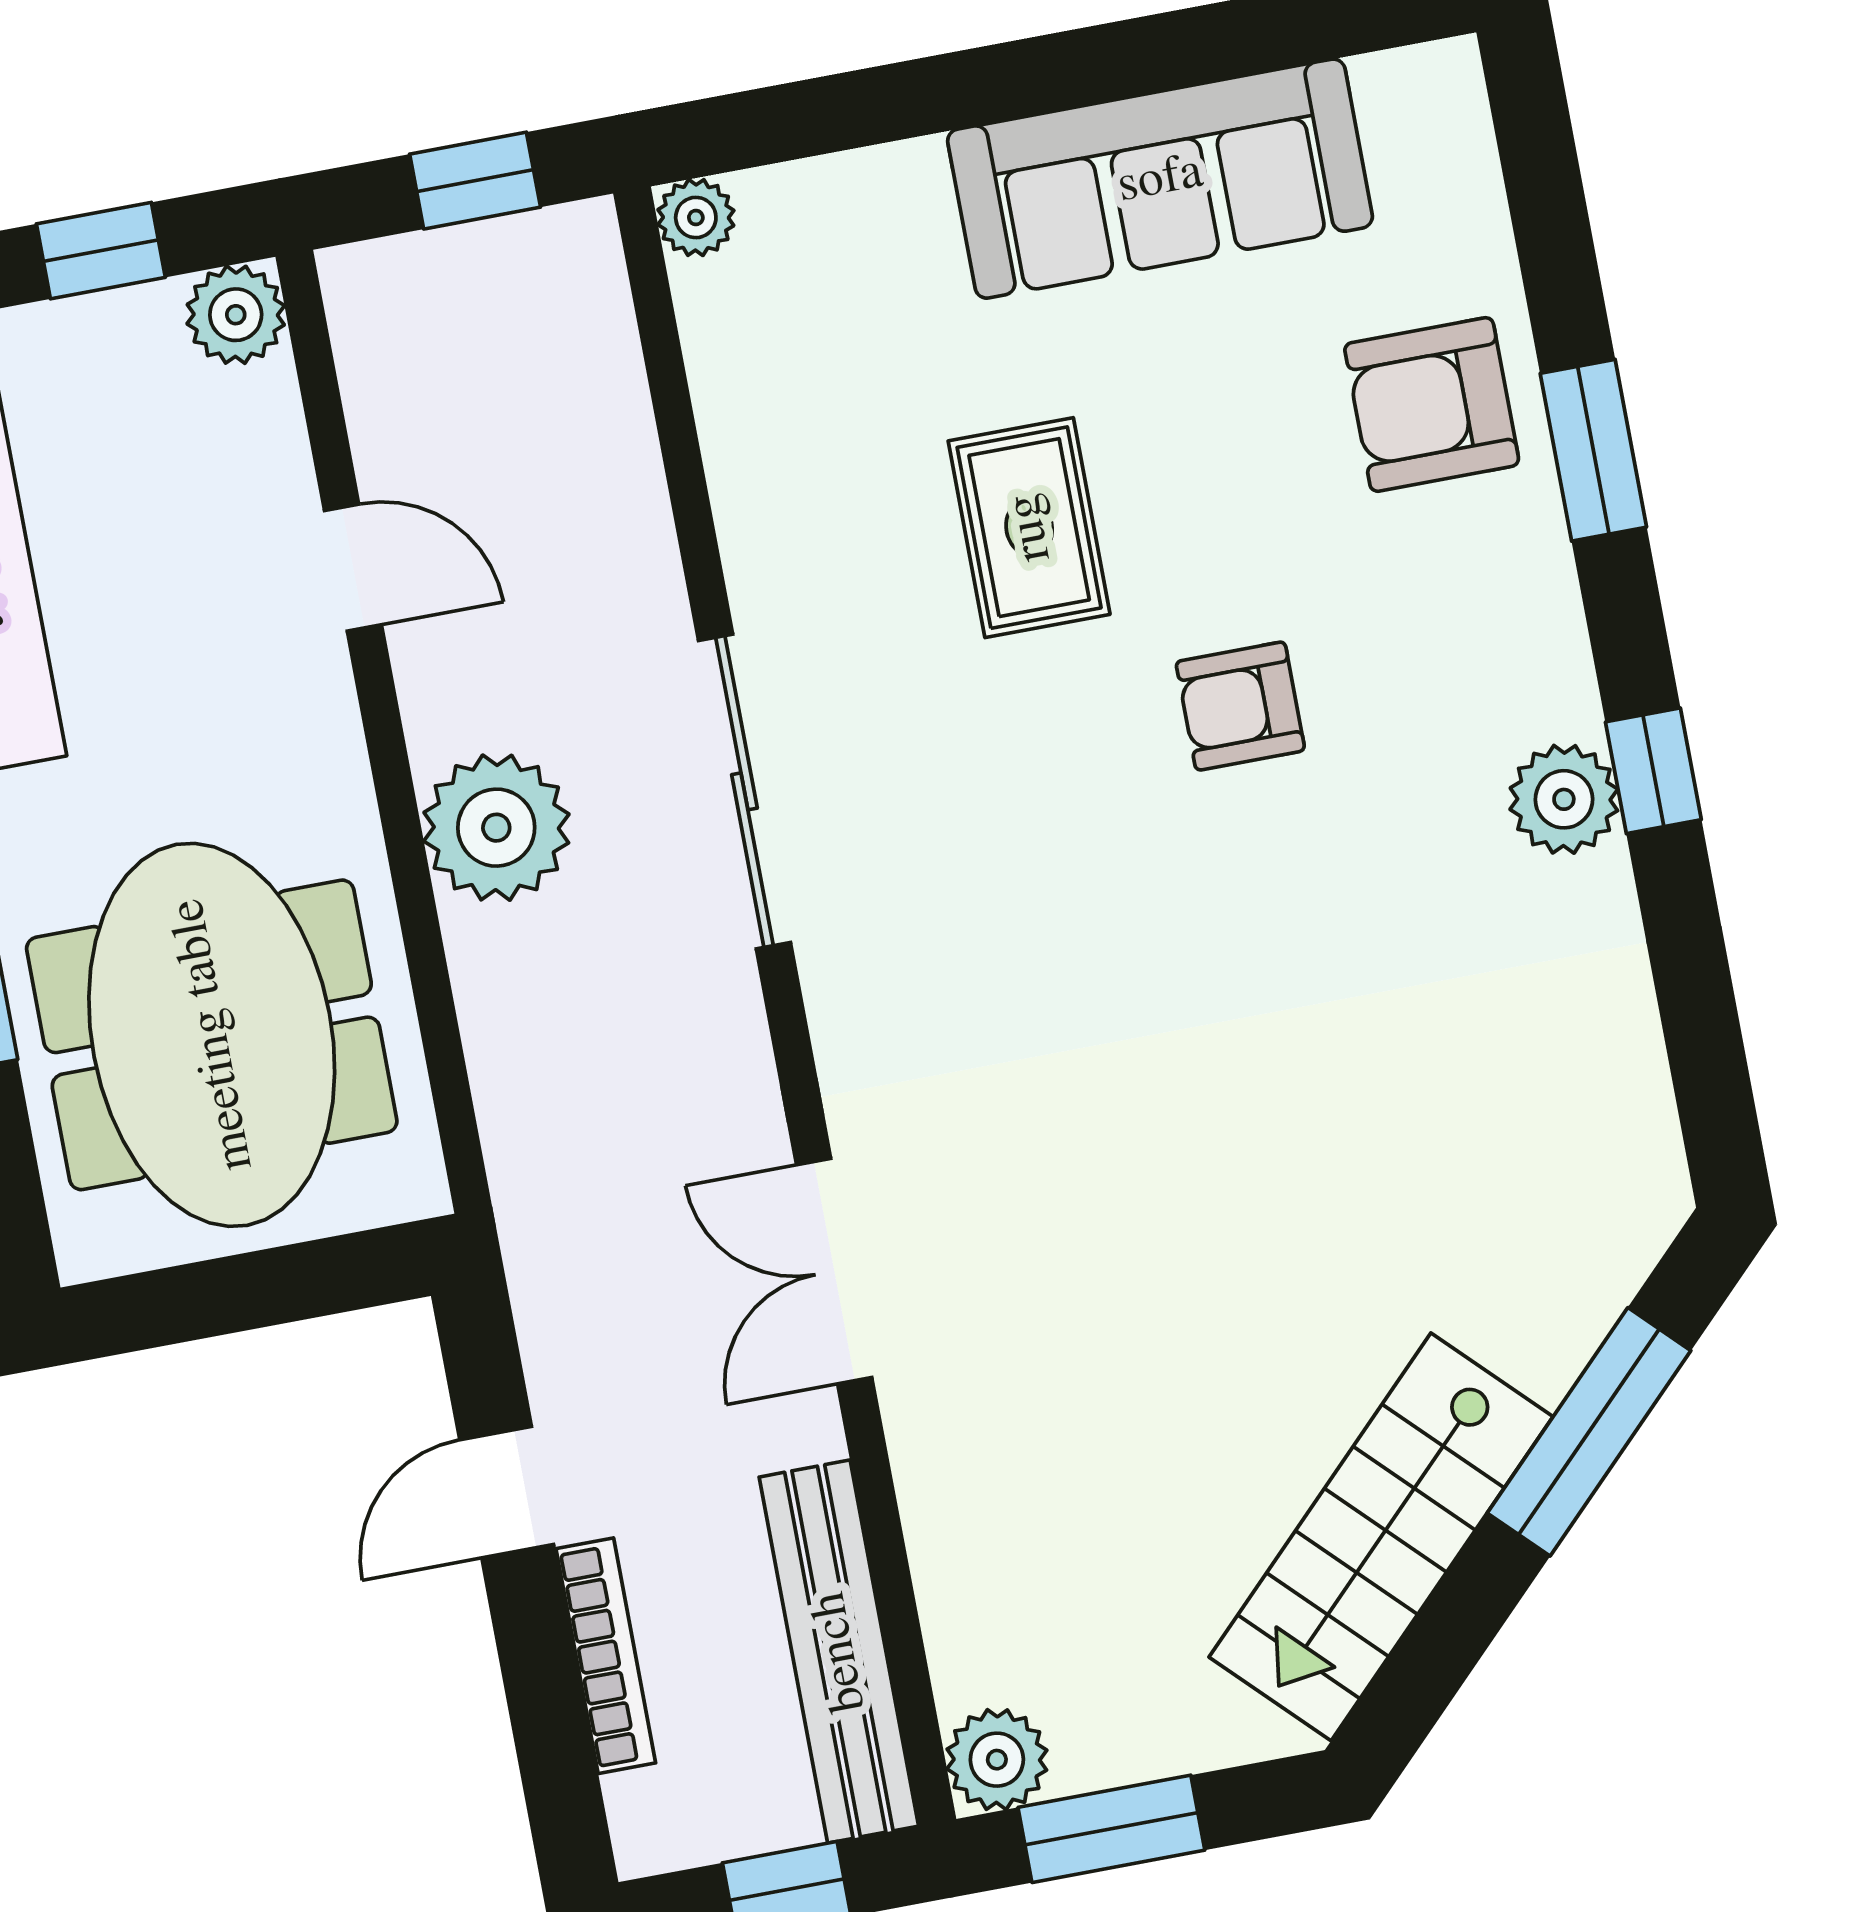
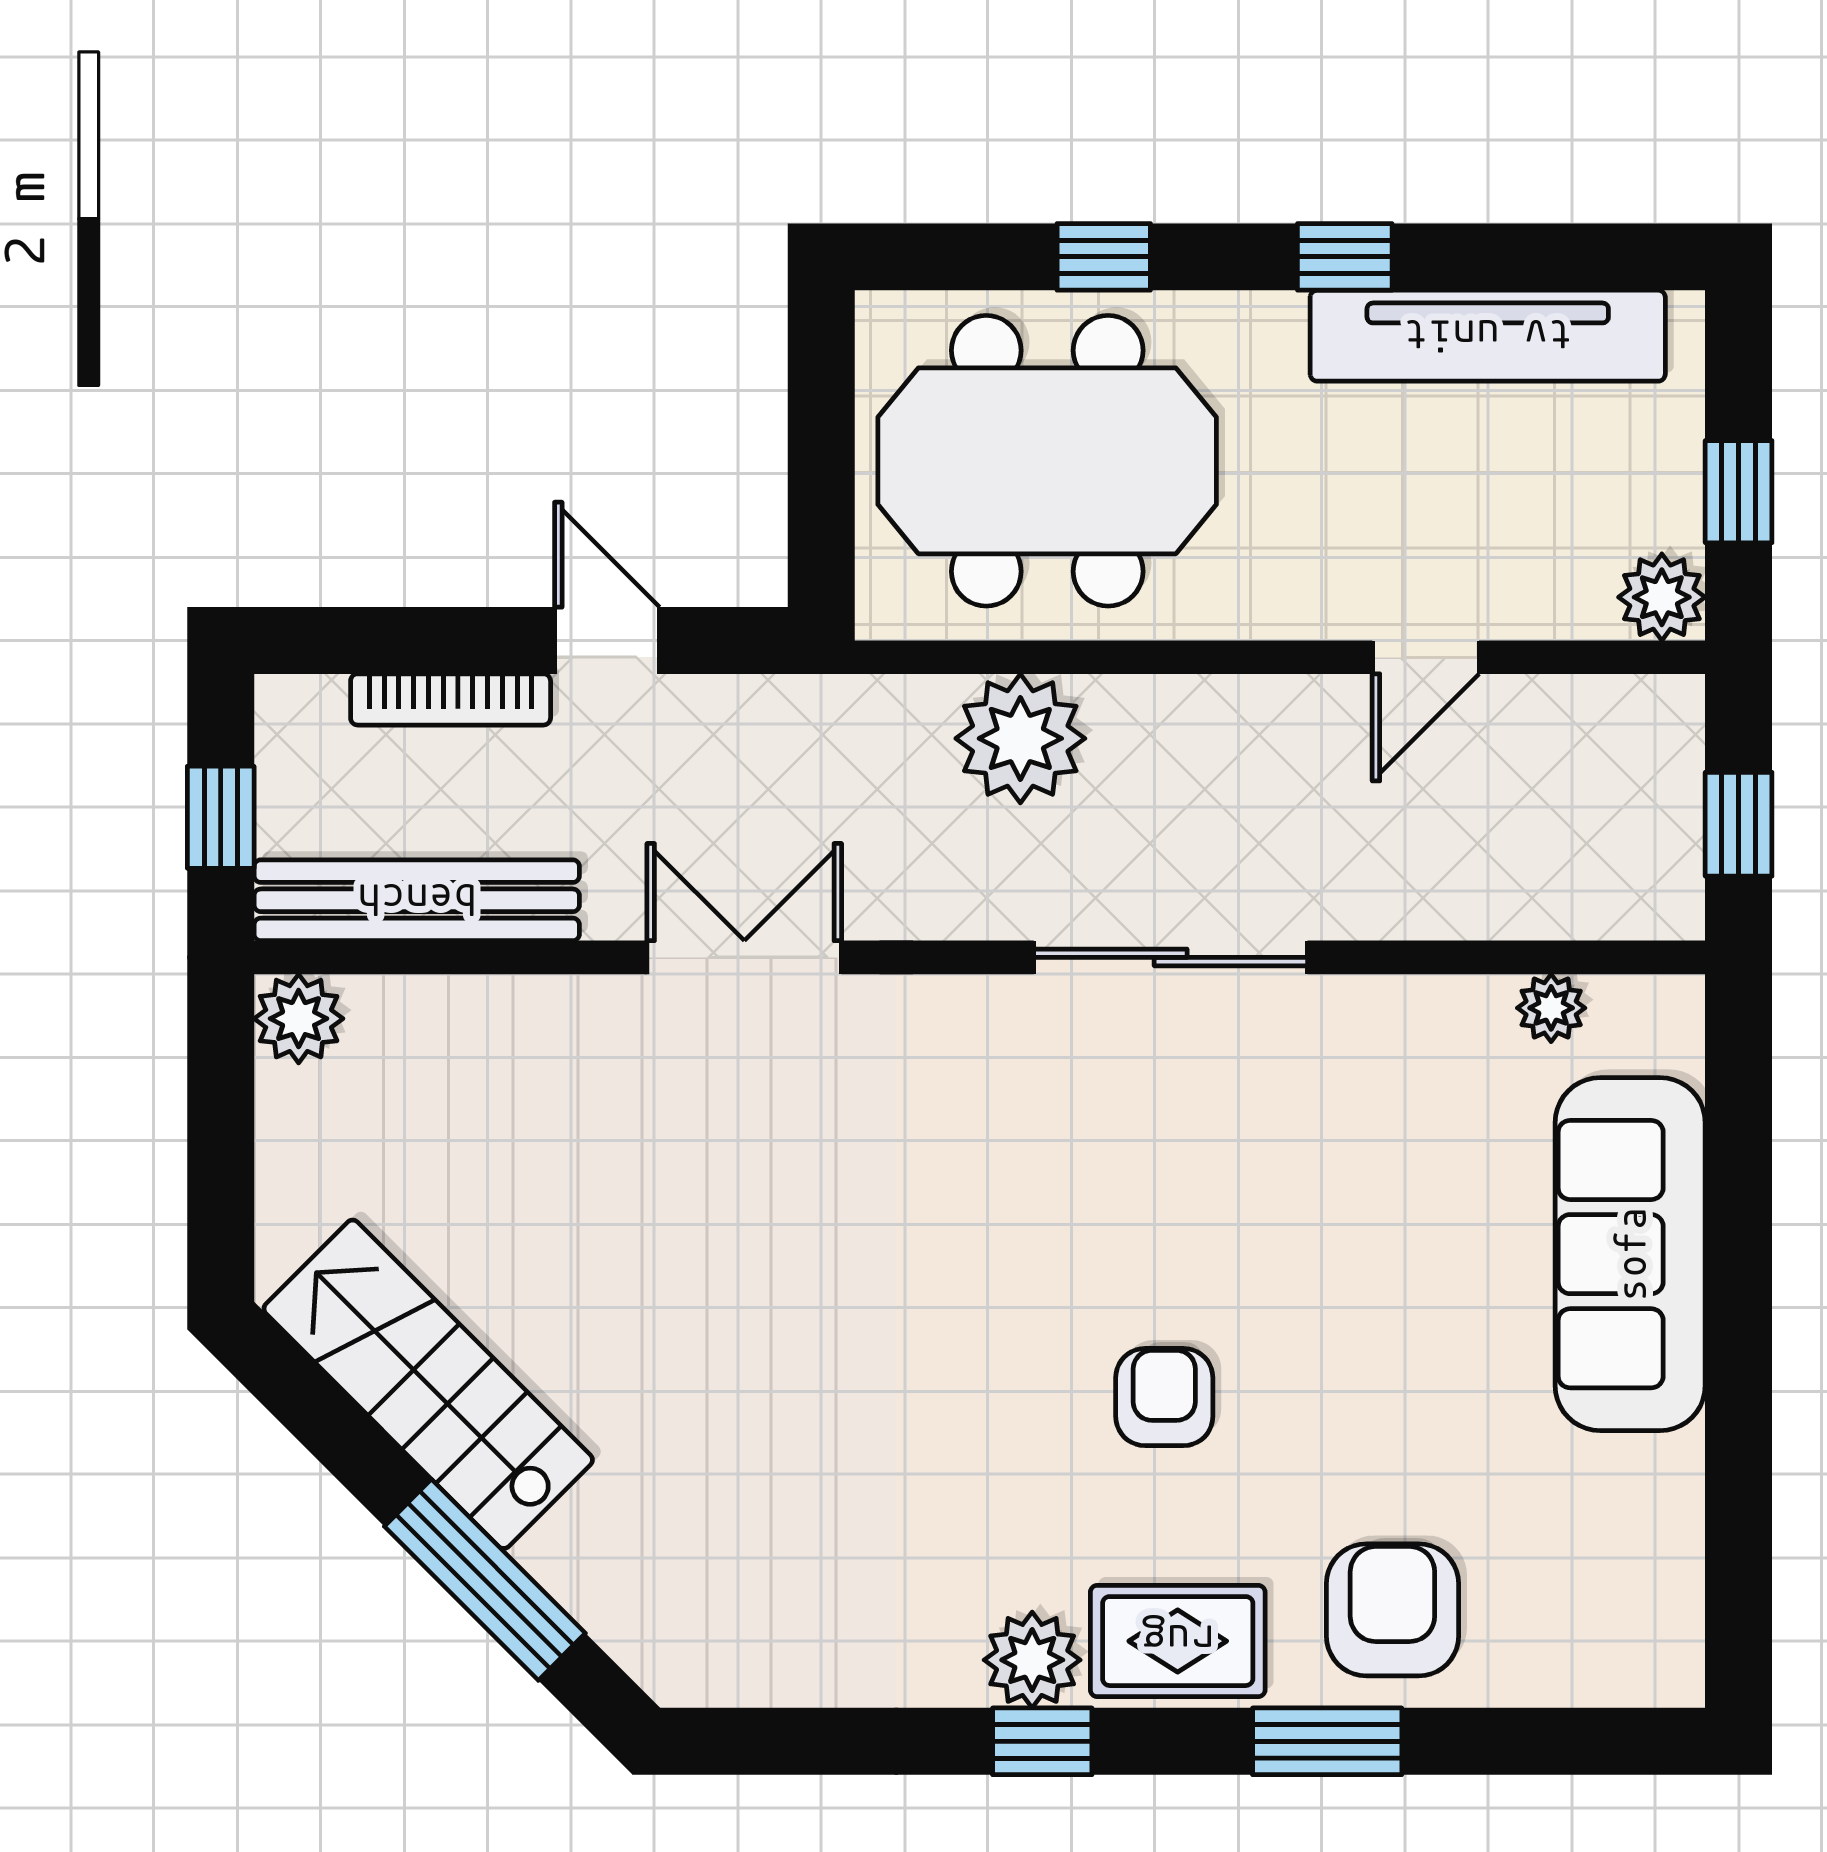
sofa: (1160, 179) -> (1630, 1254), moved
plant: (696, 218) -> (1551, 1008), moved
rug: (1029, 528) -> (1178, 1641), moved
plant: (496, 828) -> (1020, 738), moved
window: (1111, 1829) -> (221, 1106), removed

